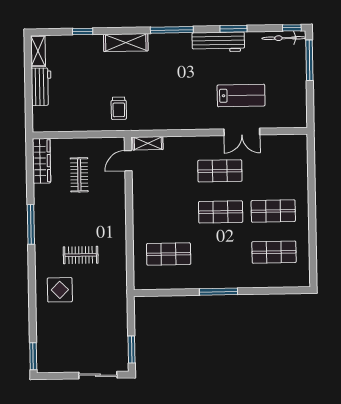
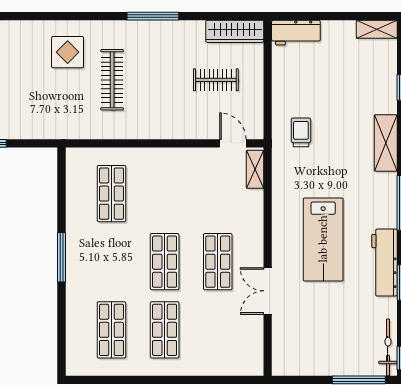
workbench: (41, 87) -> (296, 33), moved
lab bench: (241, 95) -> (323, 239), moved, width x1.36, depth x1.39
trolley: (119, 108) -> (301, 132), turned 90
clothes rail: (81, 255) -> (112, 80), width x1.36

